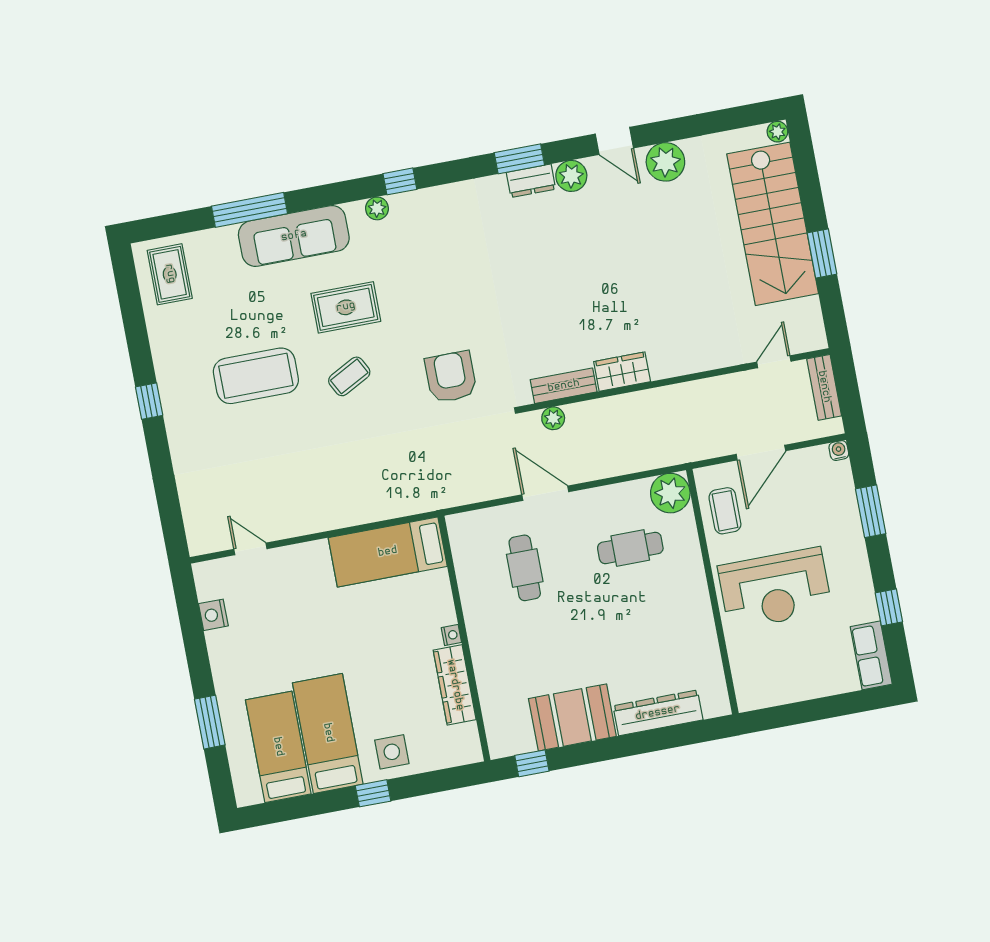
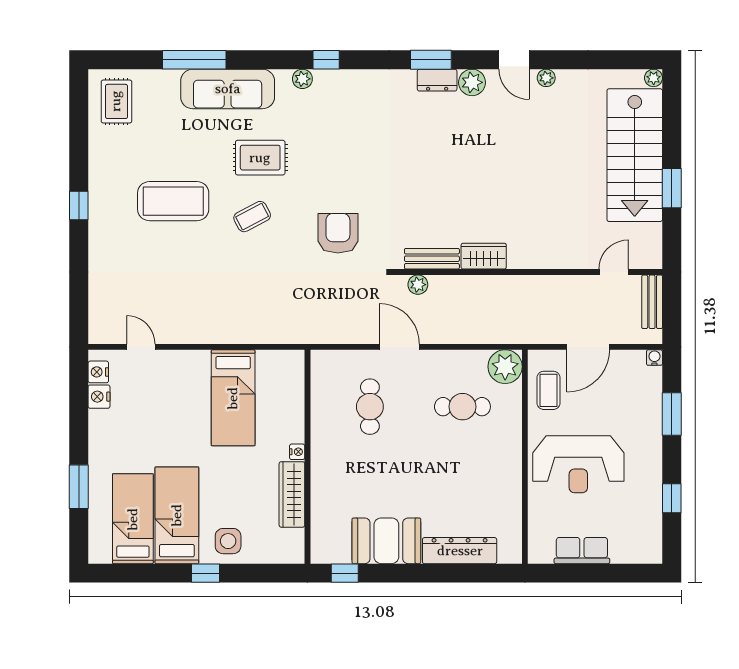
plant: (665, 162) -> (546, 78), width x0.53, depth x0.53
bed: (388, 552) -> (233, 398), moved, turned -90
nightstand: (207, 587) -> (98, 372), added
row of seats: (871, 655) -> (582, 551), moved, turned 90

